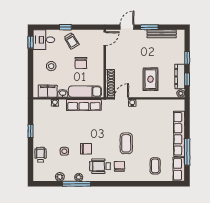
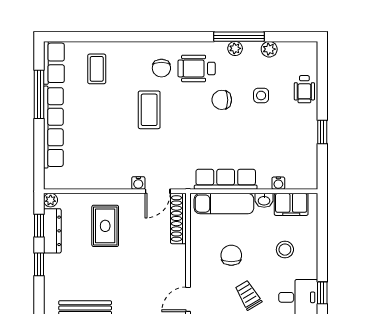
wheelchair: (100, 166) -> (197, 68), turned 180

